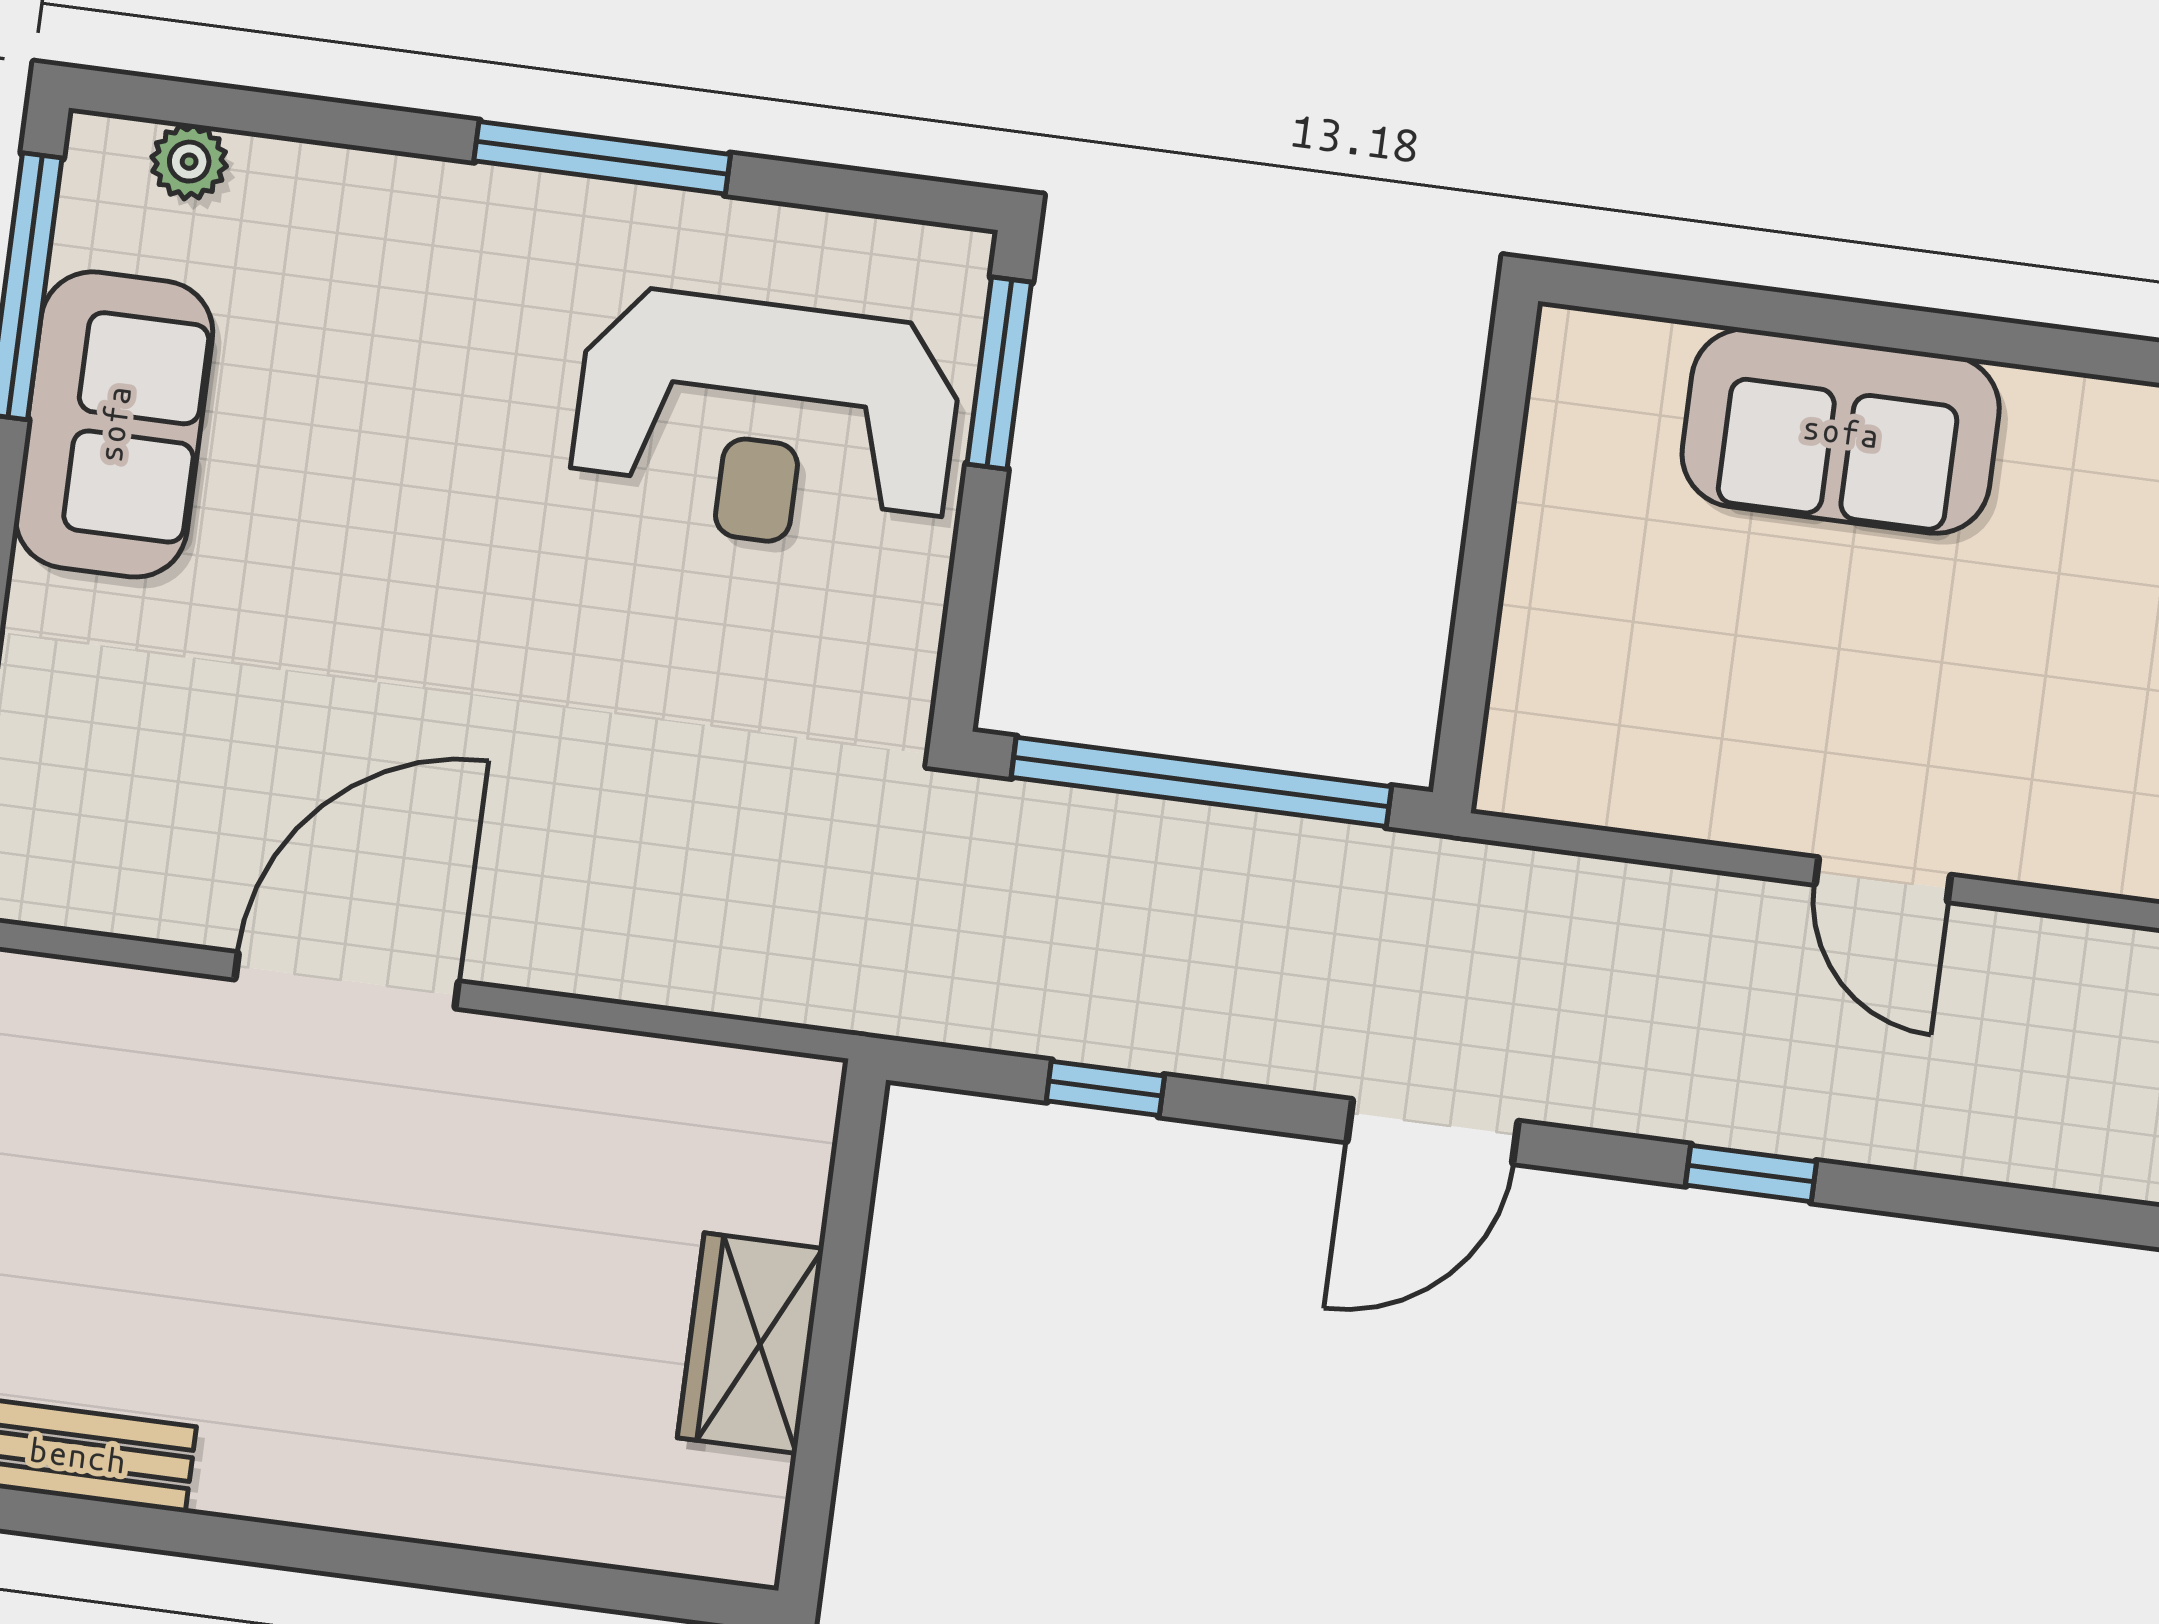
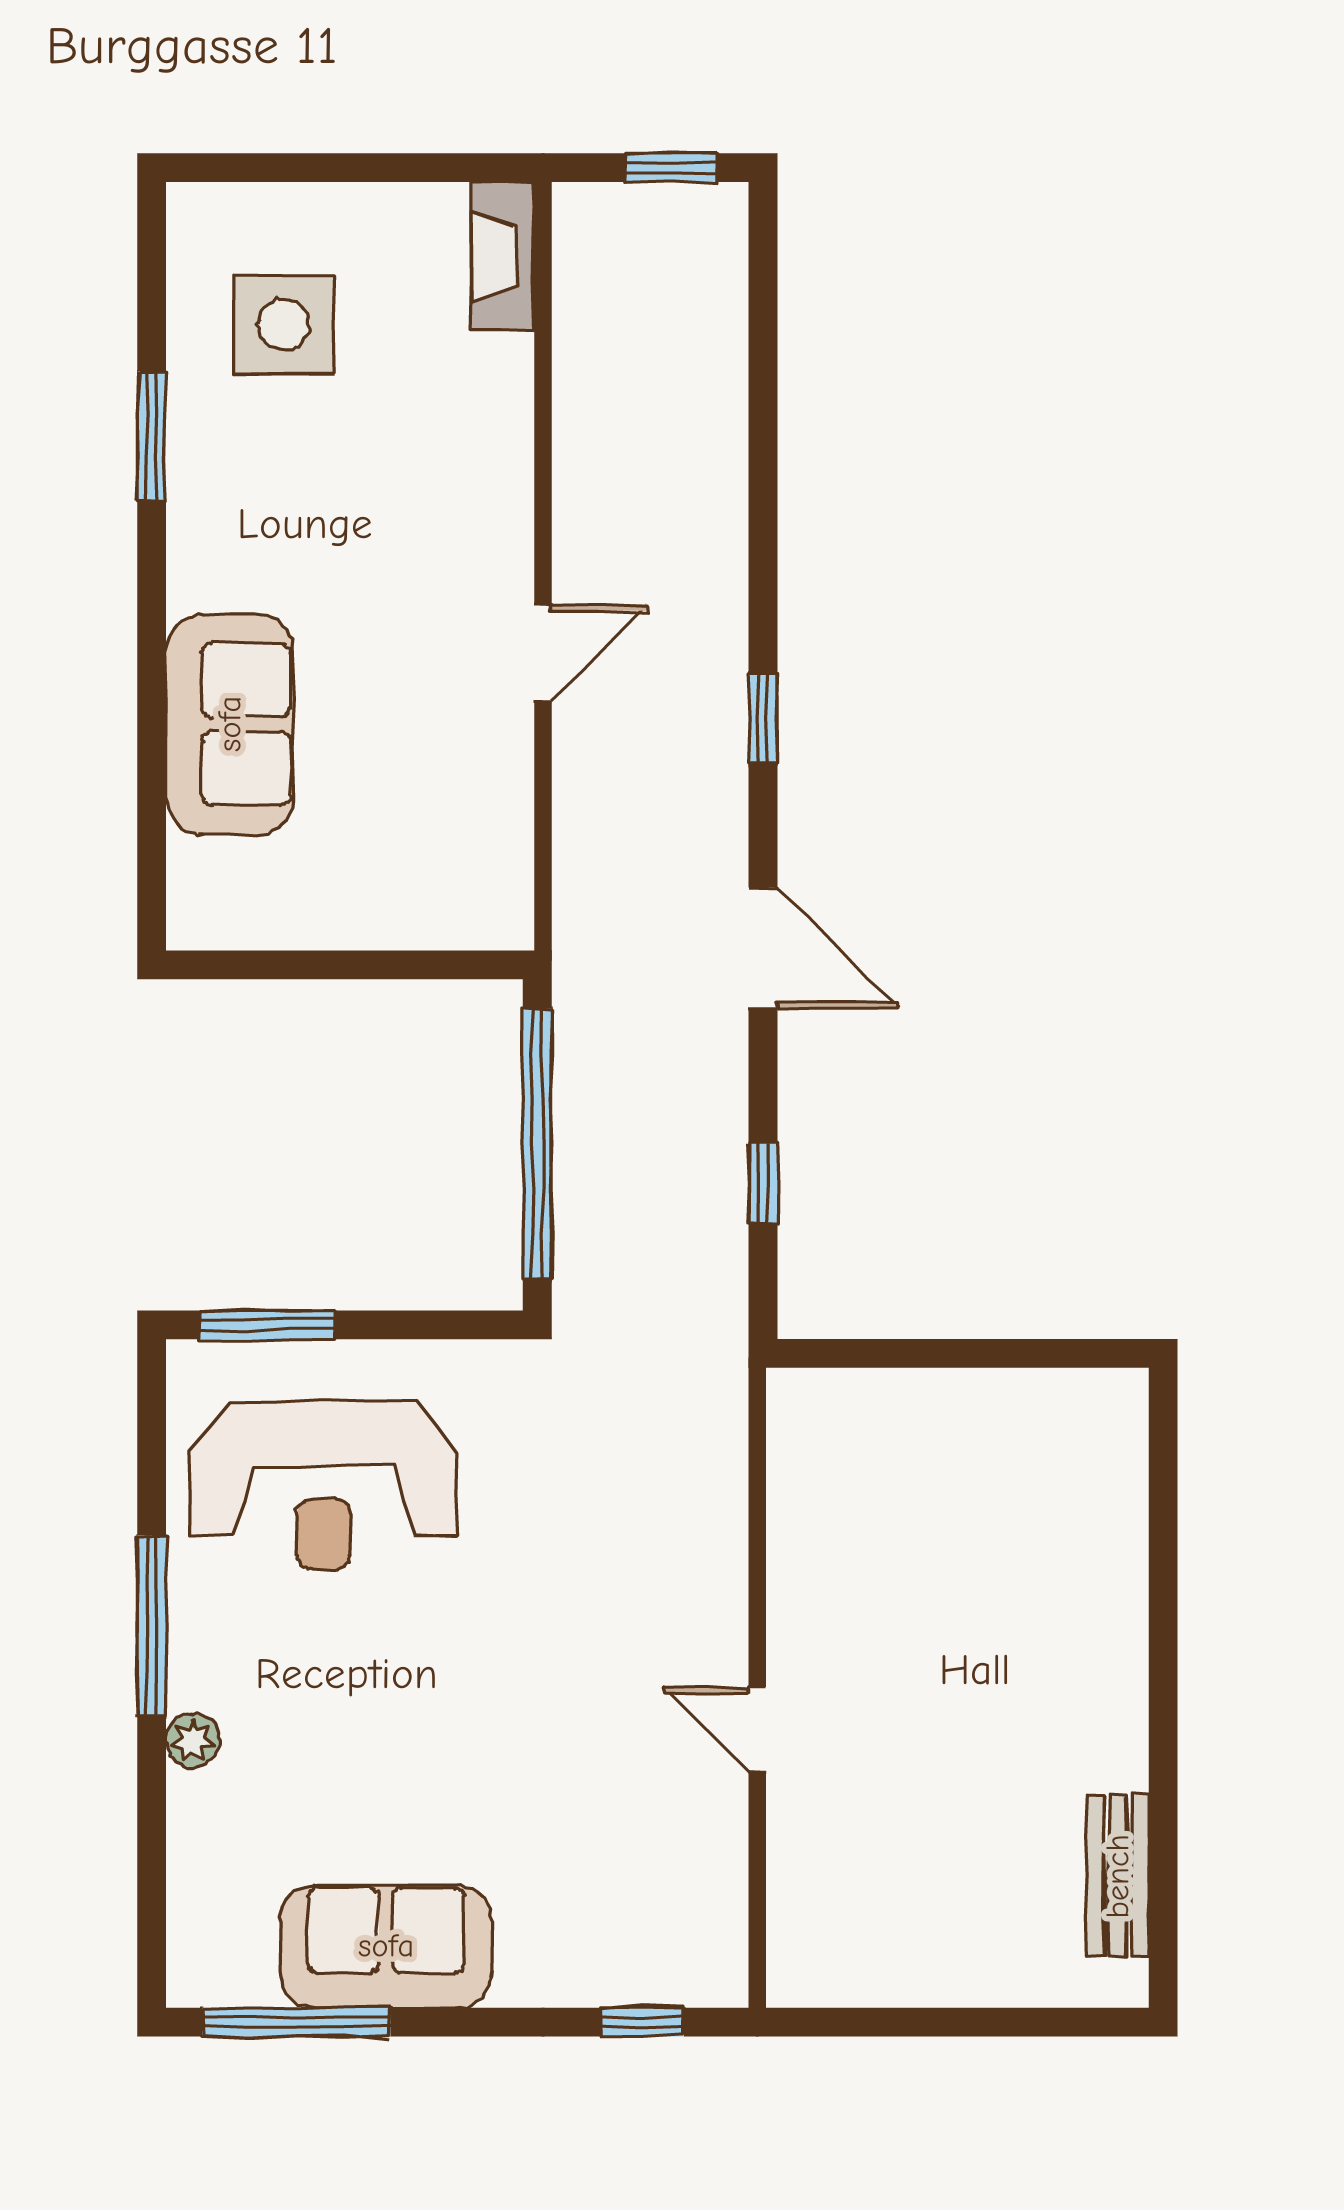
plant: (189, 162) -> (193, 1740), moved
reception desk: (765, 422) -> (324, 1486), turned 90
door: (347, 980) -> (757, 1730), width x0.53
wardrobe: (750, 1343) -> (976, 1411), removed

